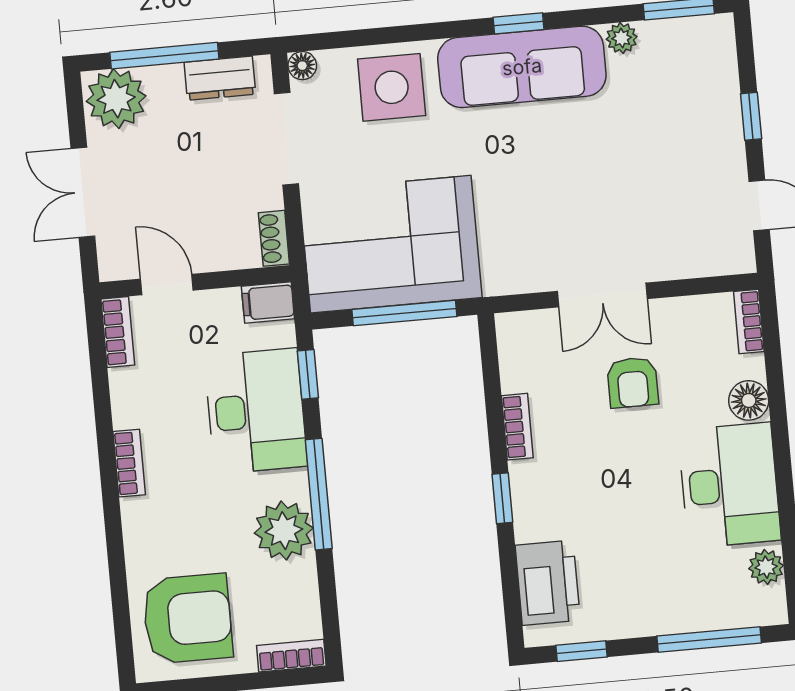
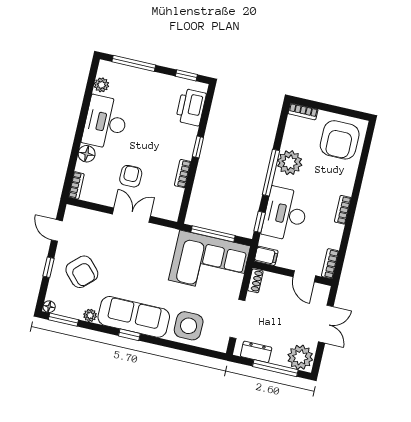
floor lamp: (302, 66) -> (49, 307), moved
armchair: (672, 131) -> (82, 272), added
armchair: (188, 619) -> (340, 140), turned -90

